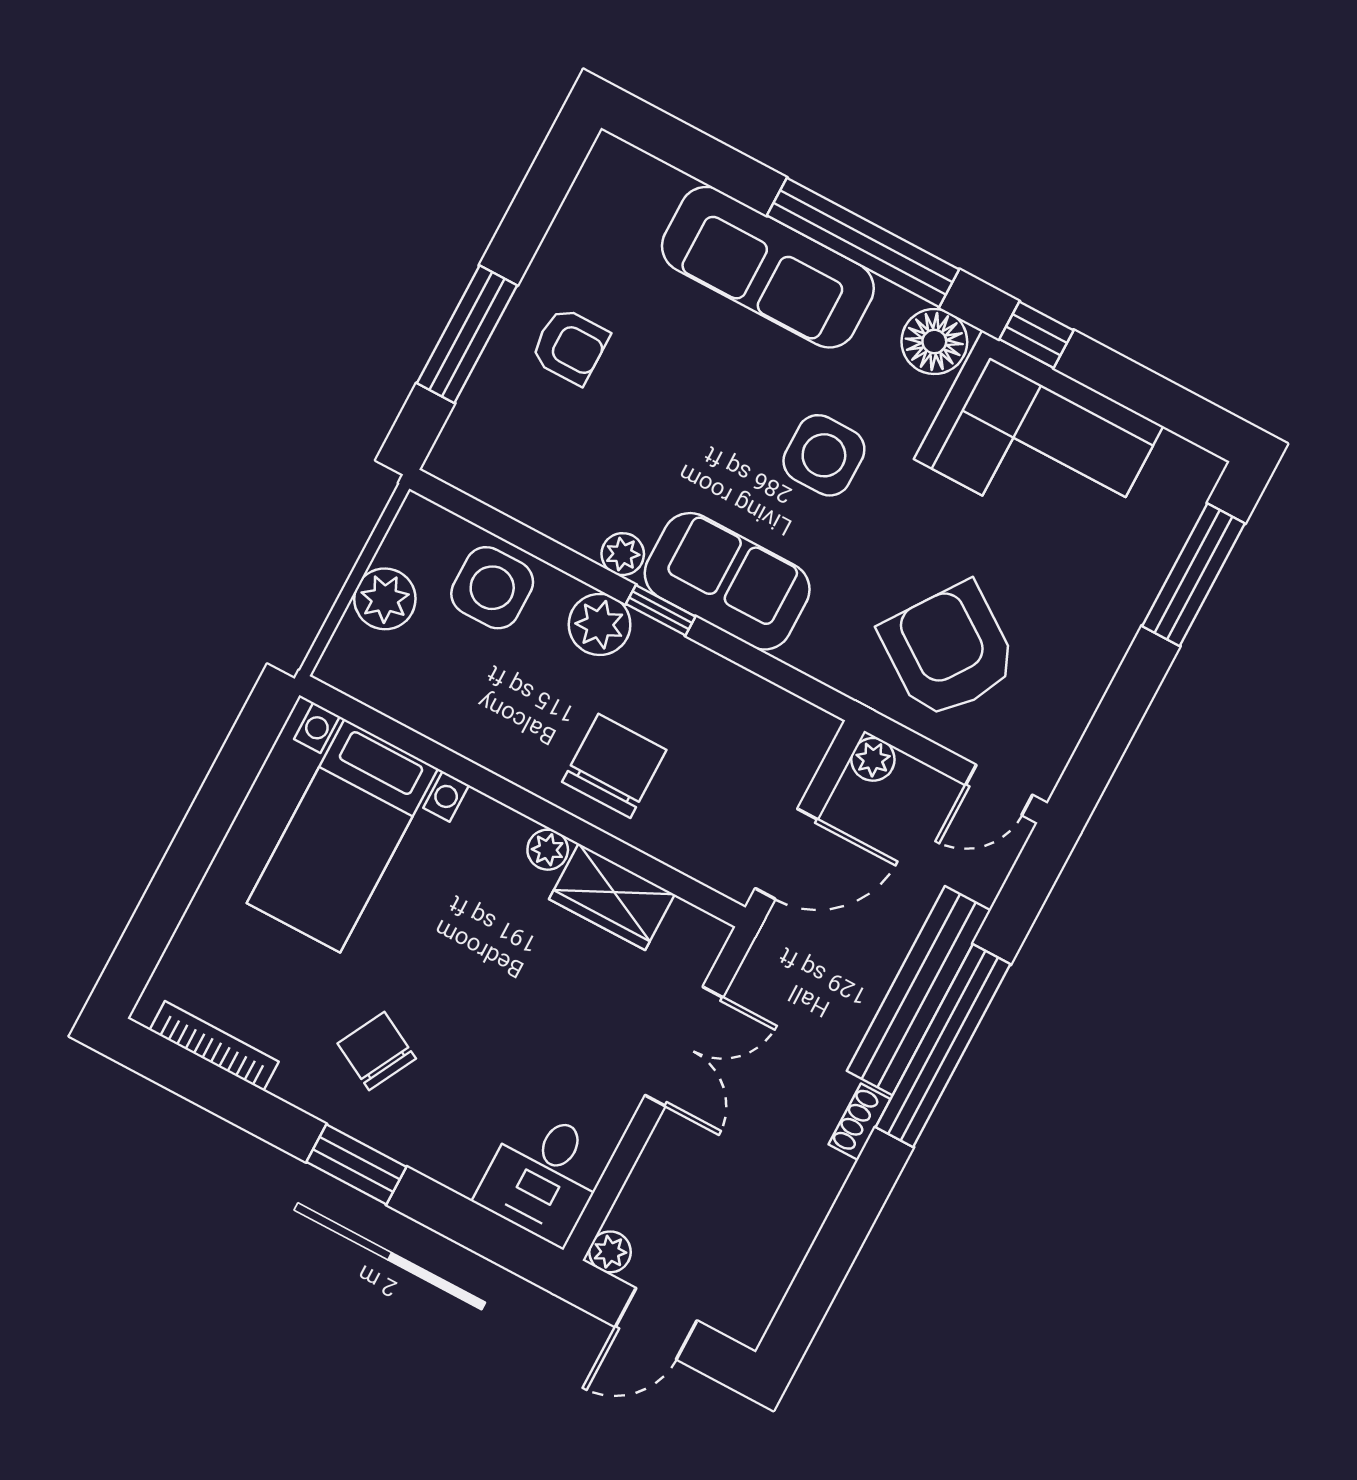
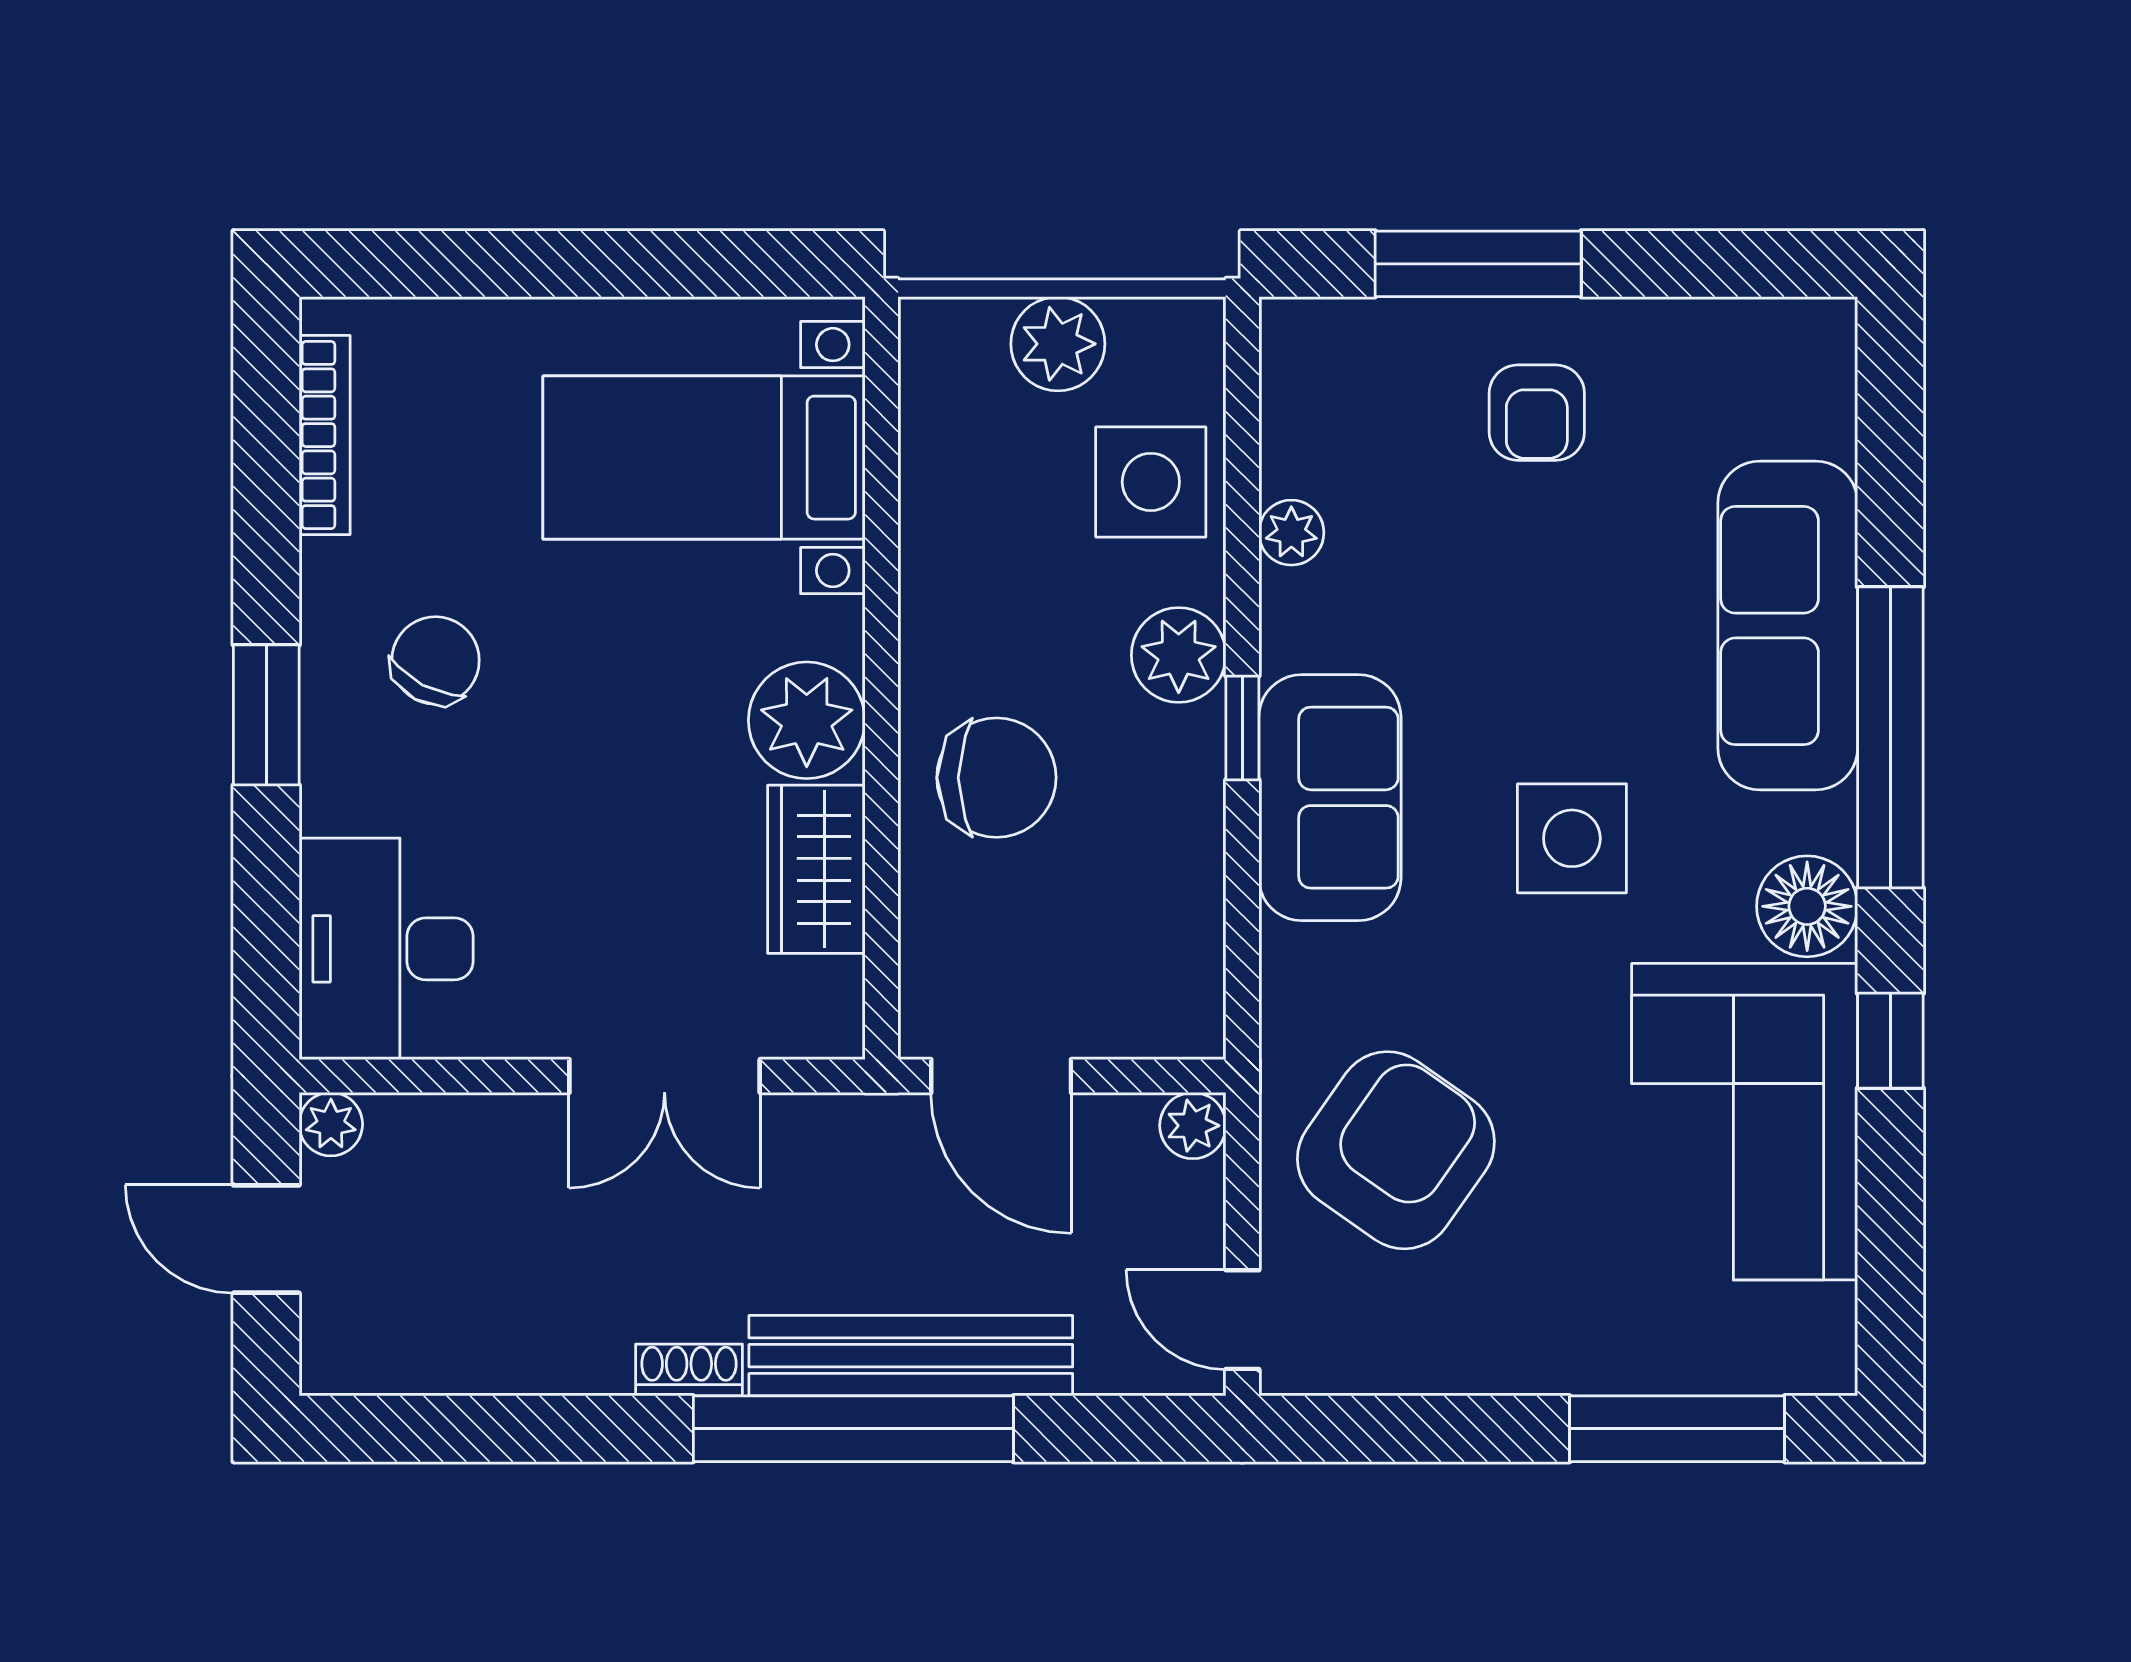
plant: (623, 554) -> (1291, 533), moved
plant: (548, 850) -> (807, 720), width x1.88, depth x1.88
desk: (544, 1176) -> (386, 949), width x1.37

